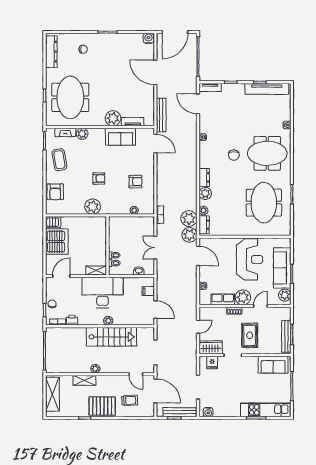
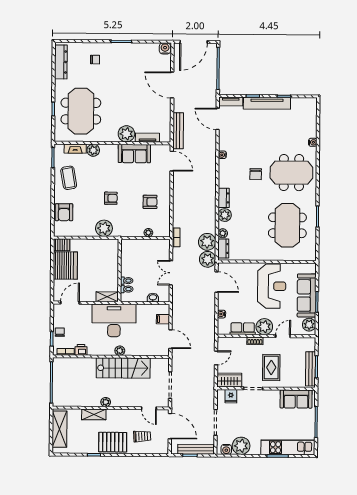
tv unit: (267, 89) -> (267, 103), moved
plant: (222, 409) -> (241, 446), added

